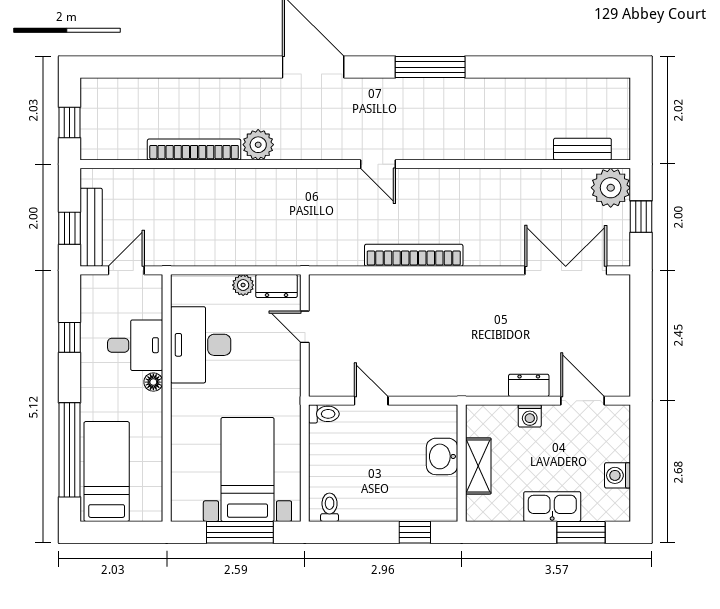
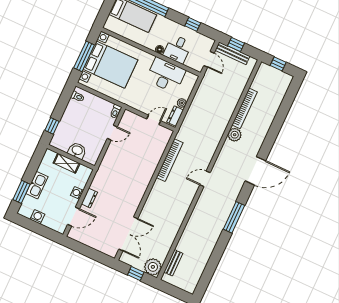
bookcase: (414, 255) -> (170, 160), moved
bed with nightstands: (247, 469) -> (111, 65), width x1.36

